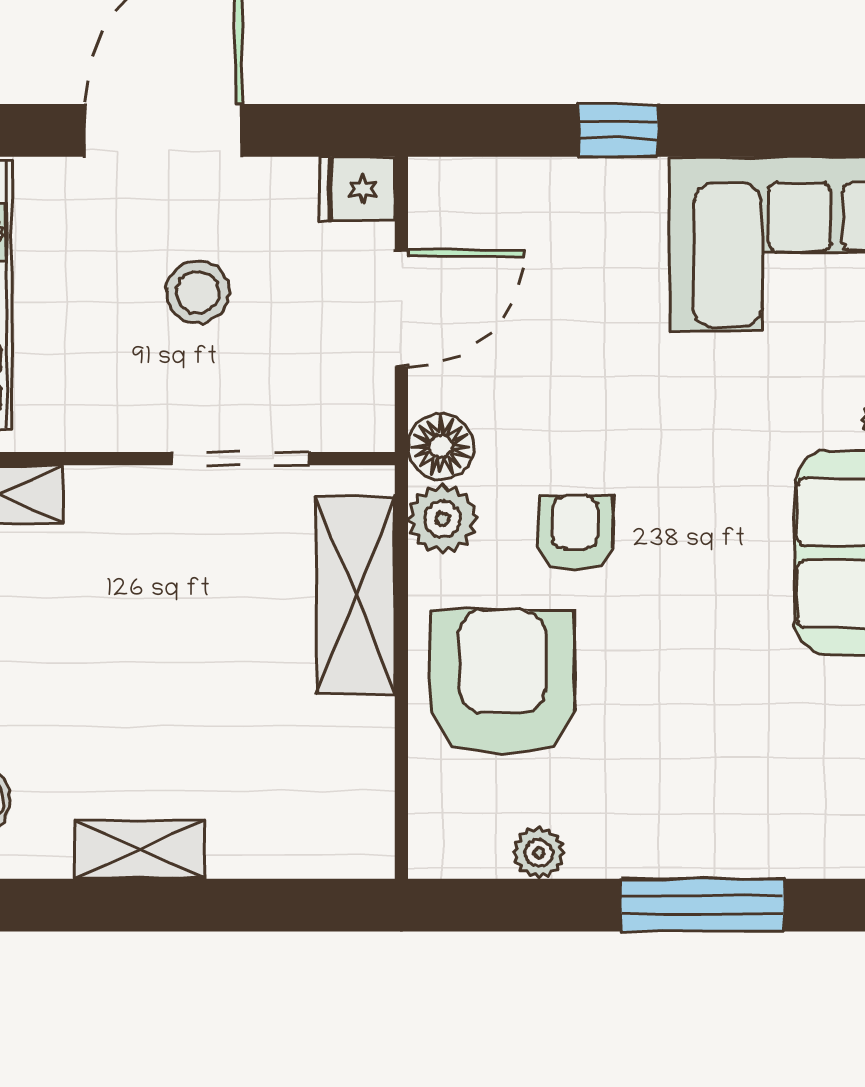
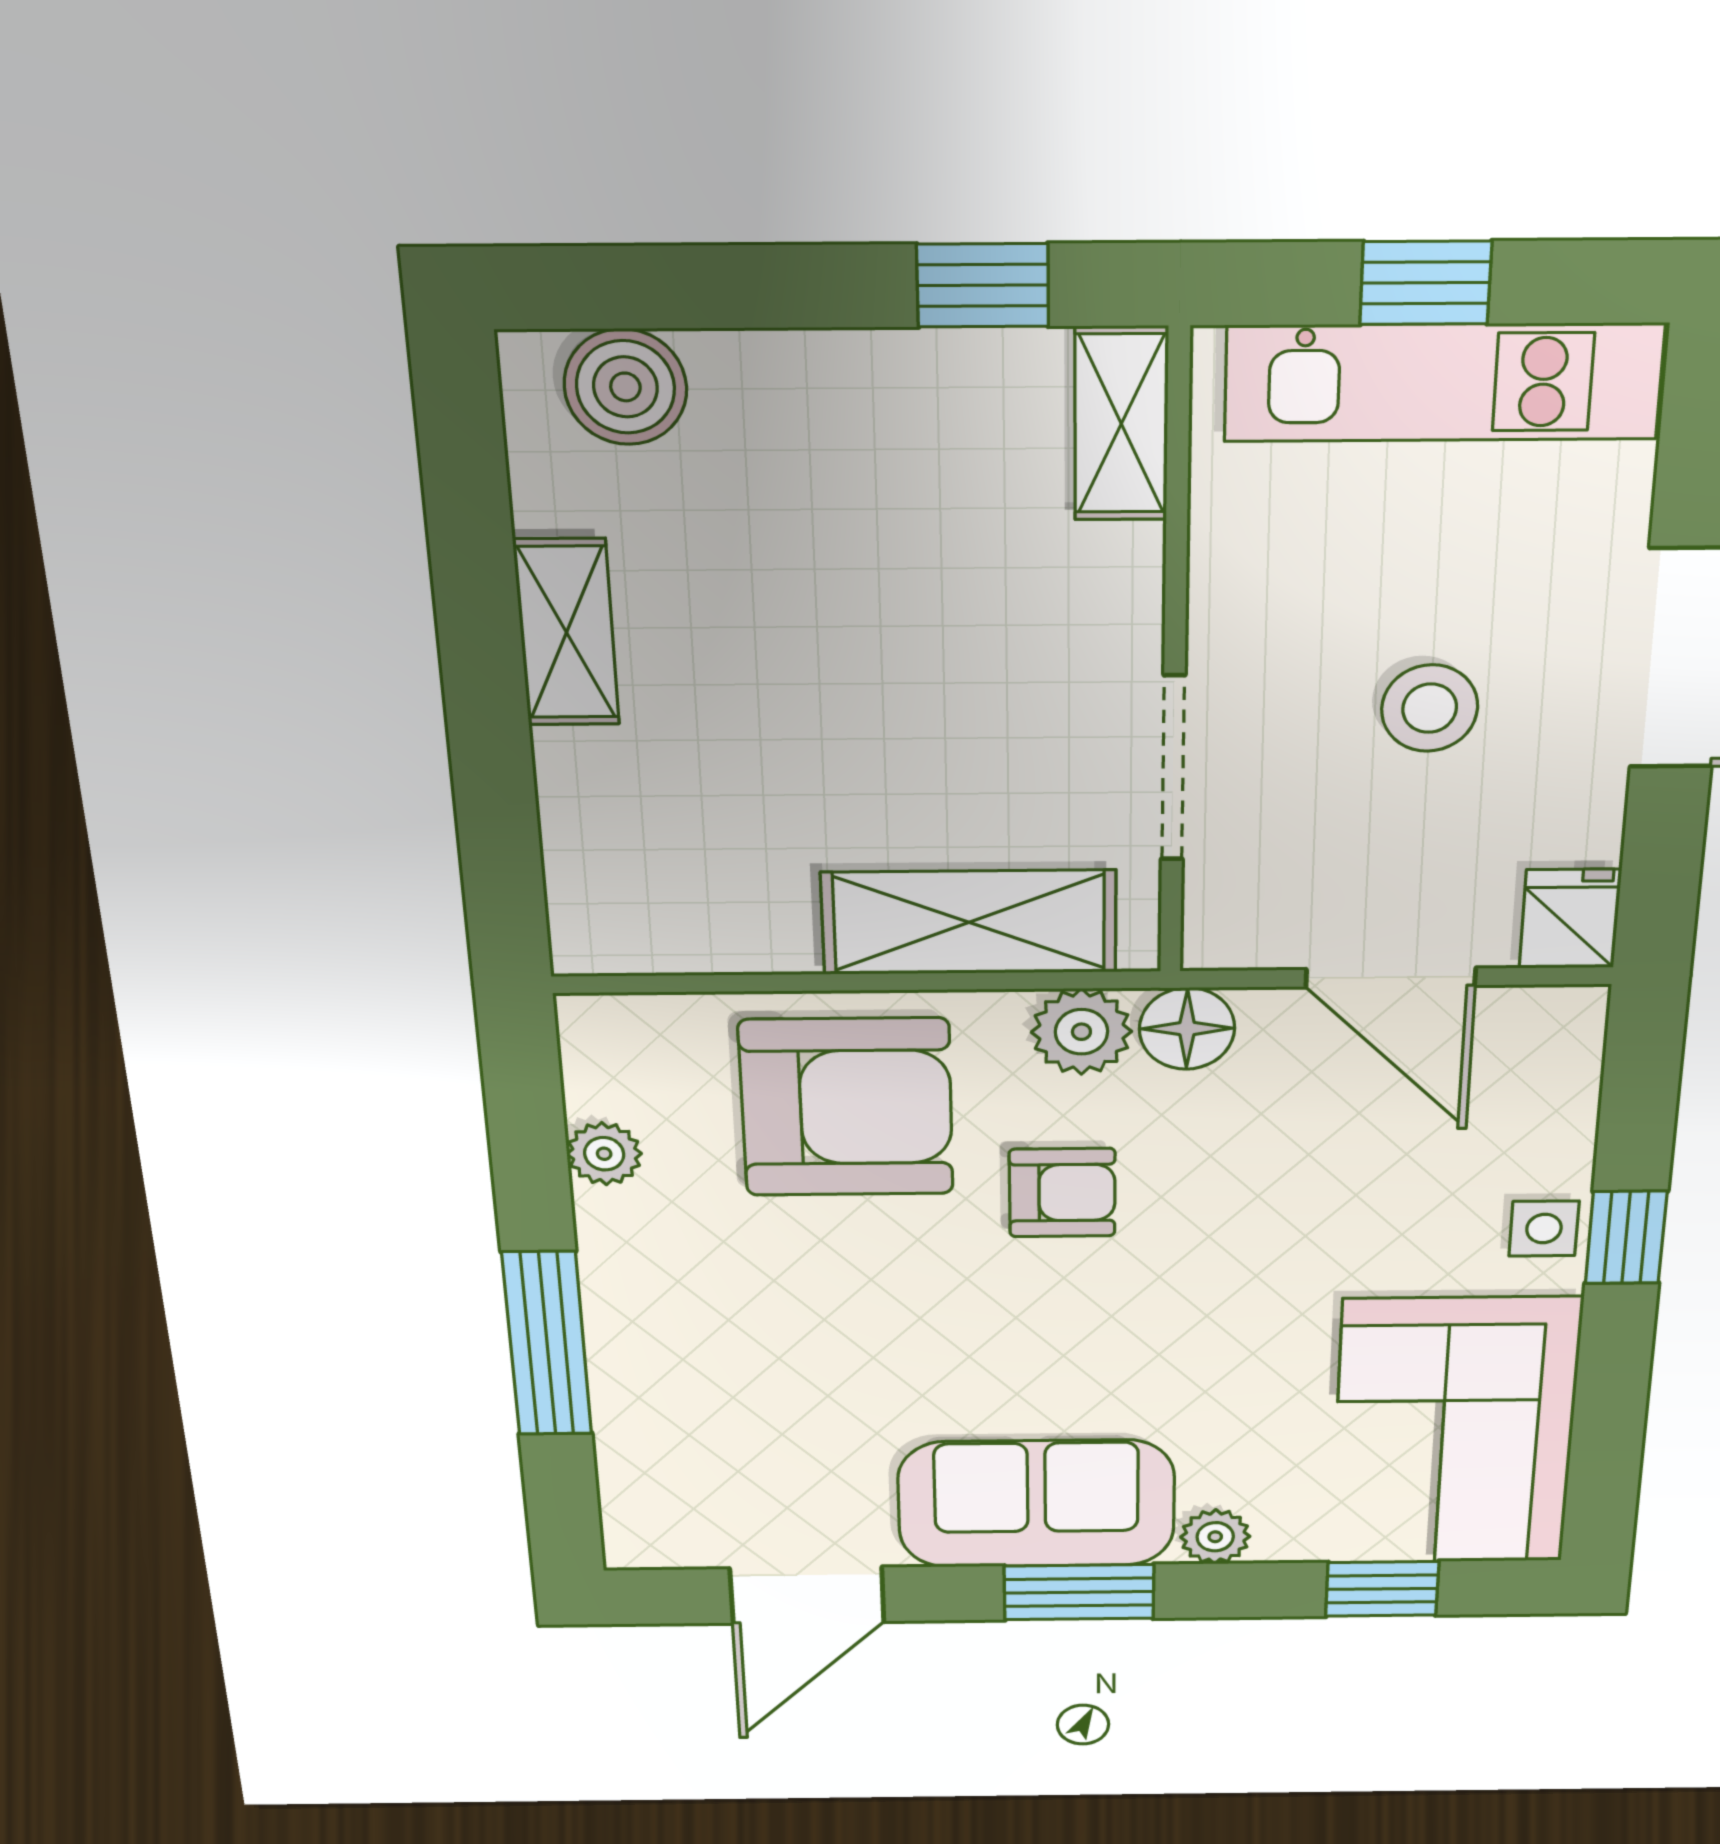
side table: (610, 190) -> (1544, 1229), added

